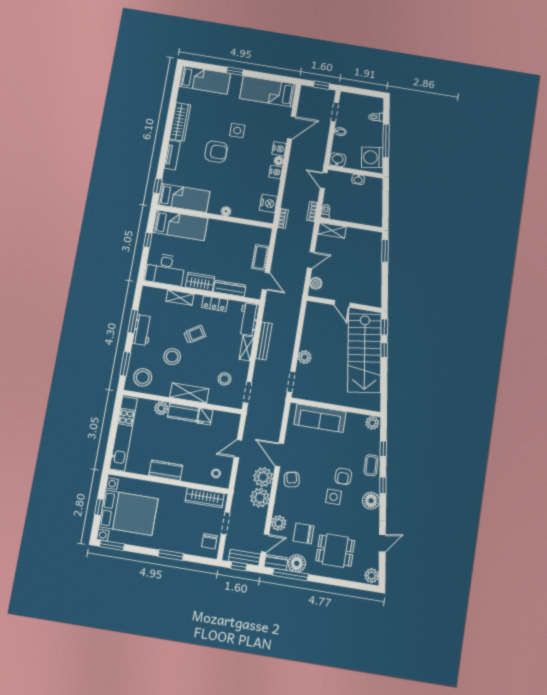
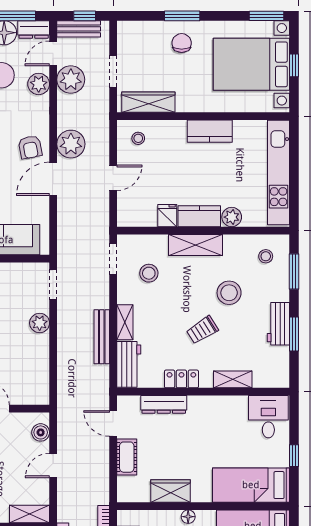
desk: (165, 269) -> (268, 417), width x0.73
wardrobe: (200, 282) -> (171, 491), moved, turned 180
stool: (143, 377) -> (266, 256), width x0.53, depth x0.53
door: (279, 455) -> (53, 179), swing flipped
plant: (260, 498) -> (71, 80), moved
chair: (209, 541) -> (182, 43), moved

